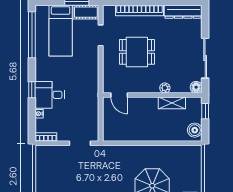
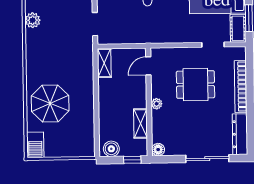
dining table: (137, 52) -> (195, 85), turned 90
sliding door: (205, 58) -> (207, 159), moved
plant: (165, 88) -> (157, 104), moved
shelving: (116, 135) -> (104, 63), added

